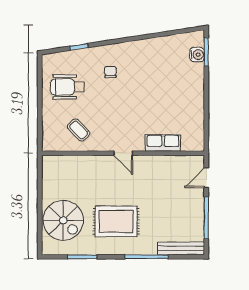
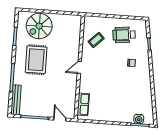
wheelchair: (67, 87) -> (124, 35), turned -96
row of seats: (163, 143) -> (83, 104), moved

